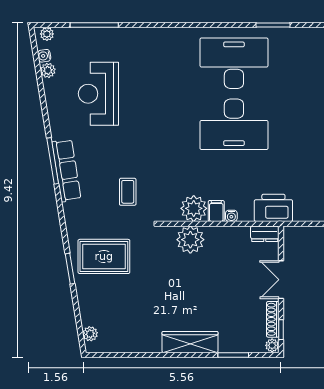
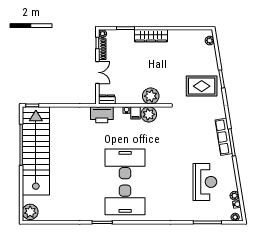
coffee table: (128, 192) -> (188, 124), removed

